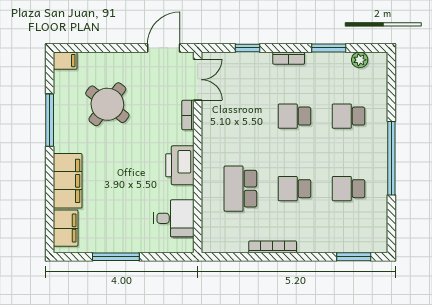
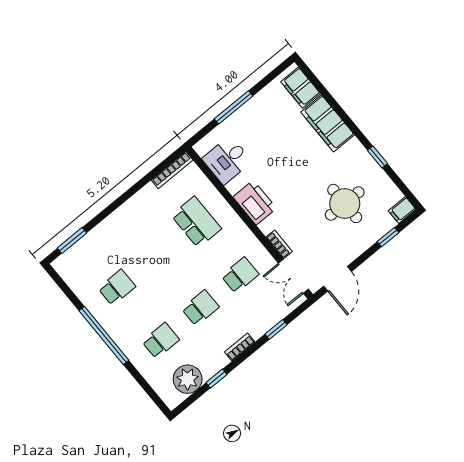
window: (95, 48) -> (388, 237), added
window: (329, 48) -> (216, 379), width x0.67
plant: (360, 60) -> (188, 379), width x1.88, depth x1.88
round table: (107, 104) -> (345, 203), turned -38
window: (50, 120) -> (378, 157), width x0.46
school desk: (294, 189) -> (240, 275), moved
bookcase: (273, 247) -> (172, 170), moved
window: (116, 257) -> (234, 107), moved

